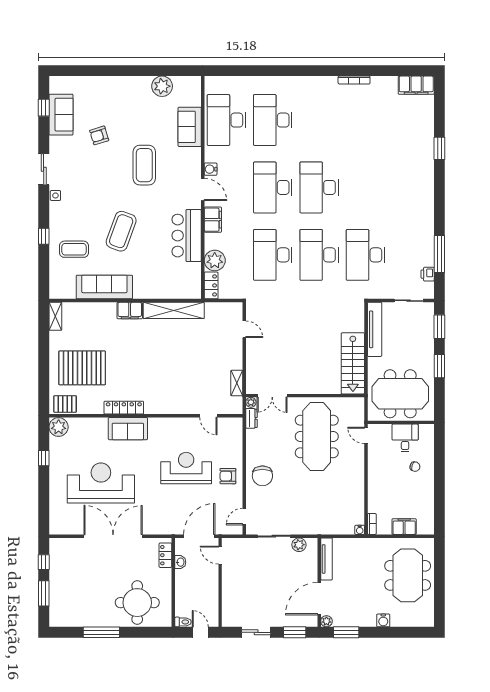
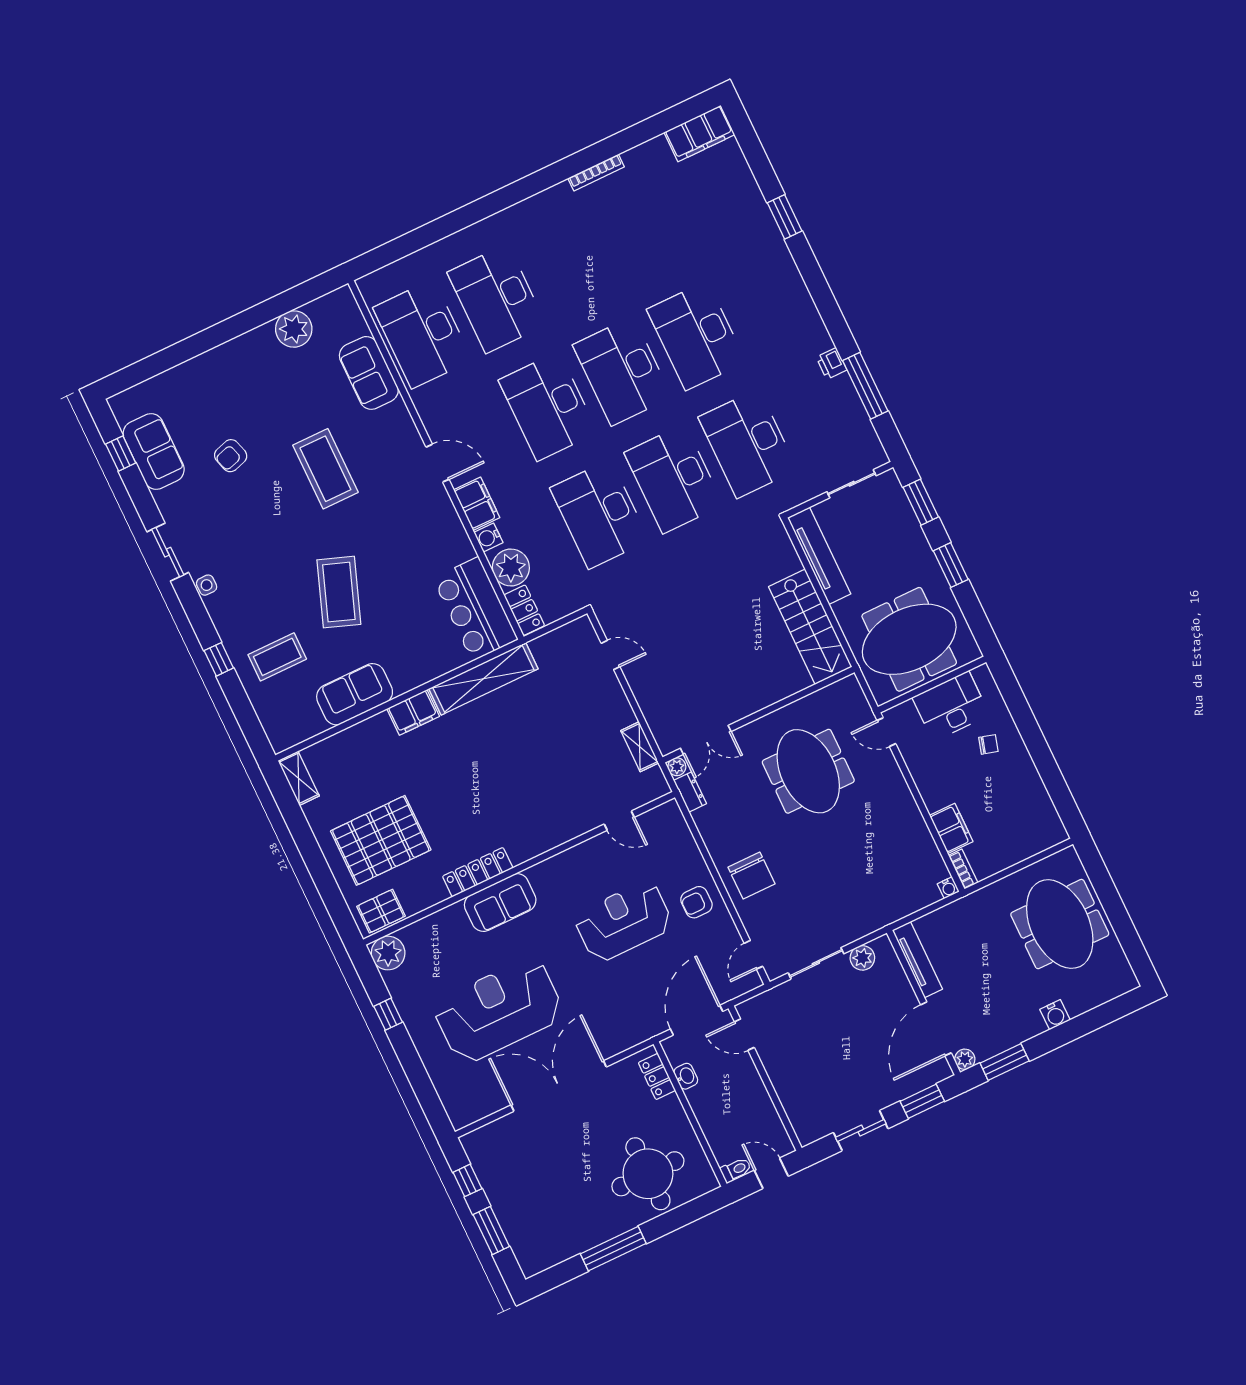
water cooler: (211, 169) -> (488, 537), moved
desk: (366, 187) -> (696, 336), added
bar counter: (187, 236) -> (475, 609), moved
printer: (428, 274) -> (832, 364), moved
sofa: (104, 287) -> (355, 694), width x0.73
meeting table: (317, 436) -> (808, 771), width x0.73
desk: (405, 438) -> (951, 706), width x1.37
filing cabinet: (404, 527) -> (951, 828), moved, turned 90

